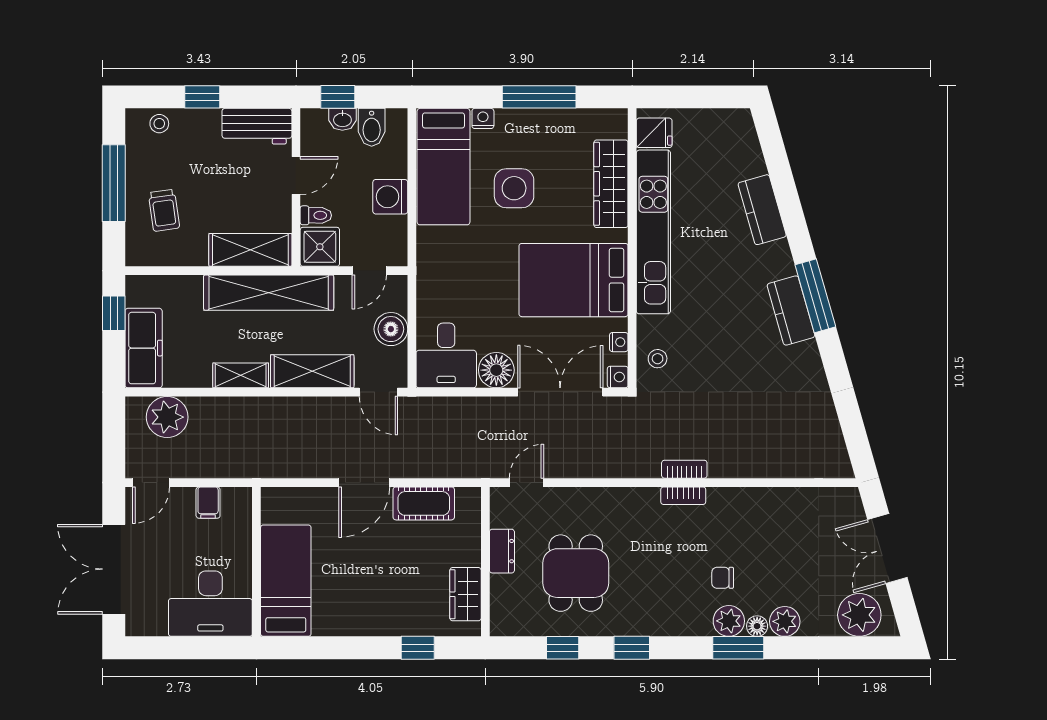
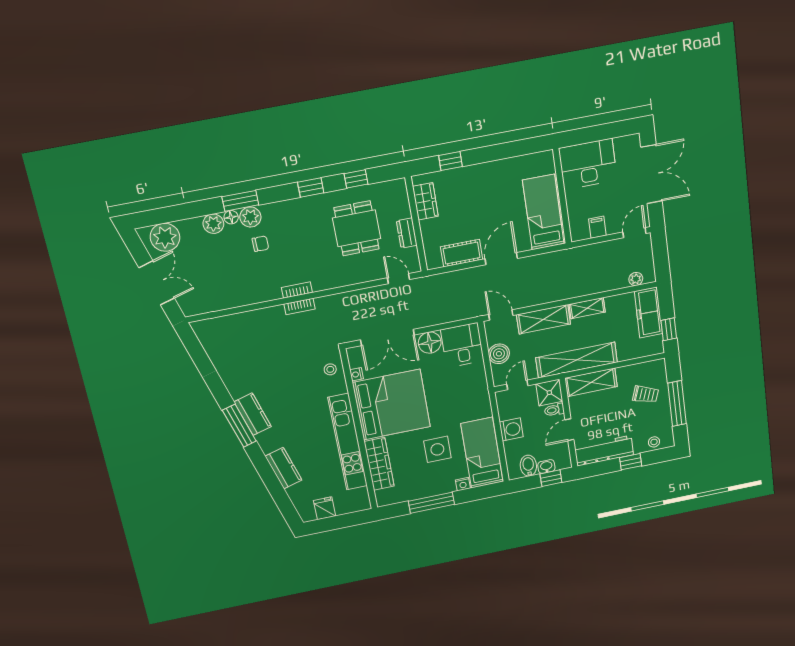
workbench: (257, 126) -> (604, 451), width x1.38
fridge: (654, 133) -> (325, 508), moved, turned 90
trolley: (164, 210) -> (645, 394), turned 117
bed: (574, 280) -> (391, 405), width x1.36
nightstand: (618, 377) -> (353, 354), removed
plant: (167, 417) -> (636, 279), width x0.53, depth x0.53
door: (527, 483) -> (399, 279), swing flipped
bed: (286, 581) -> (543, 212), moved, turned 180

